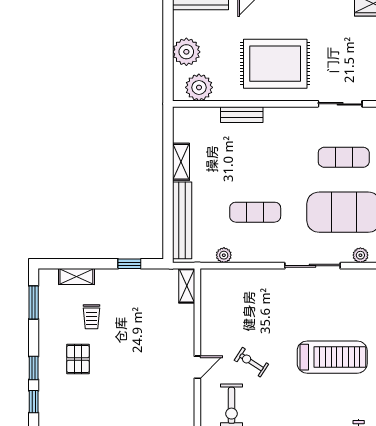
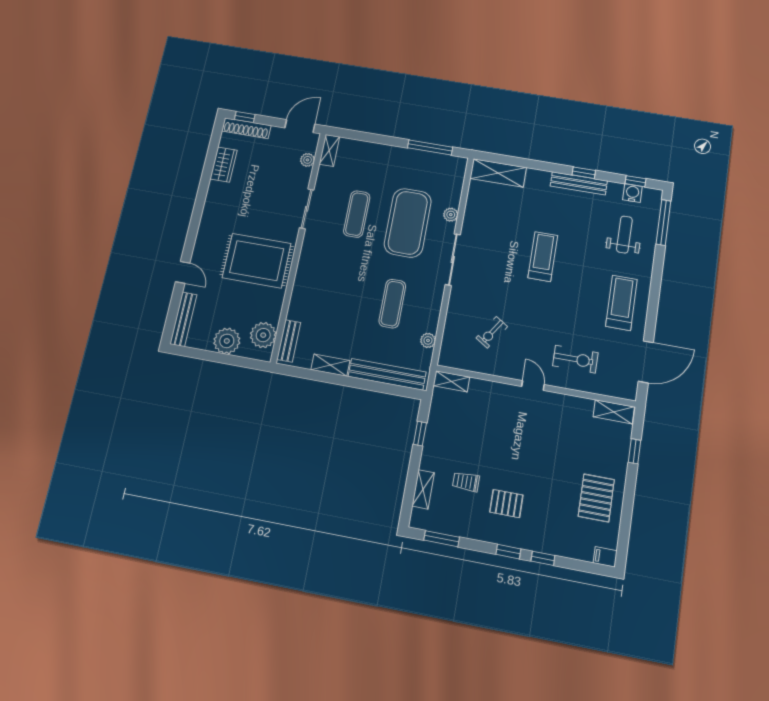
rug: (275, 64) -> (257, 261), turned 90
bench: (242, 115) -> (289, 341), moved
trolley: (91, 317) -> (466, 482), turned 180
treadmill: (332, 357) -> (543, 257), width x0.73, depth x0.73
exercise bike: (251, 362) -> (492, 332), moved

